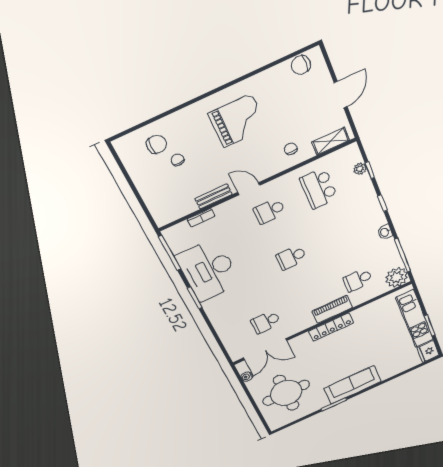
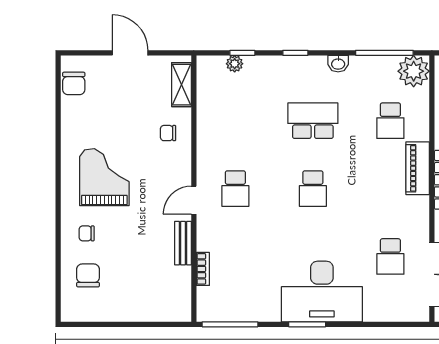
chair: (178, 160) -> (87, 233), moved
school desk: (319, 188) -> (313, 121), moved, turned 180
desk: (208, 270) -> (322, 291), moved

